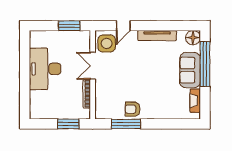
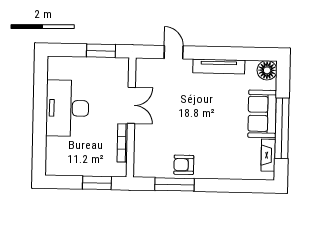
door: (123, 26) -> (174, 52), swing flipped
side table: (107, 43) -> (151, 76), removed
window: (205, 64) -> (282, 128), moved
double door: (93, 66) -> (131, 105), swing flipped

